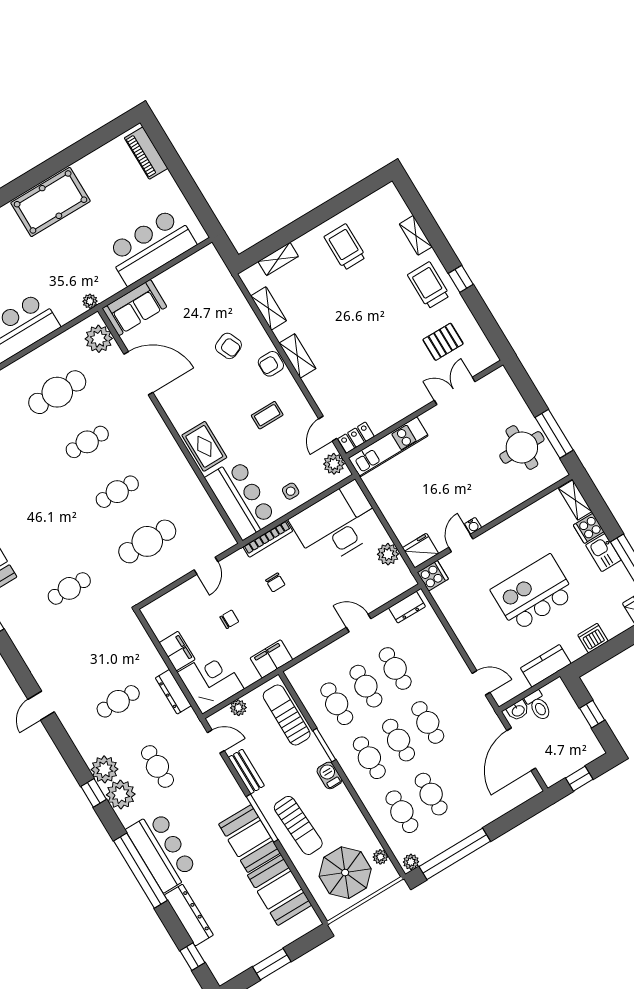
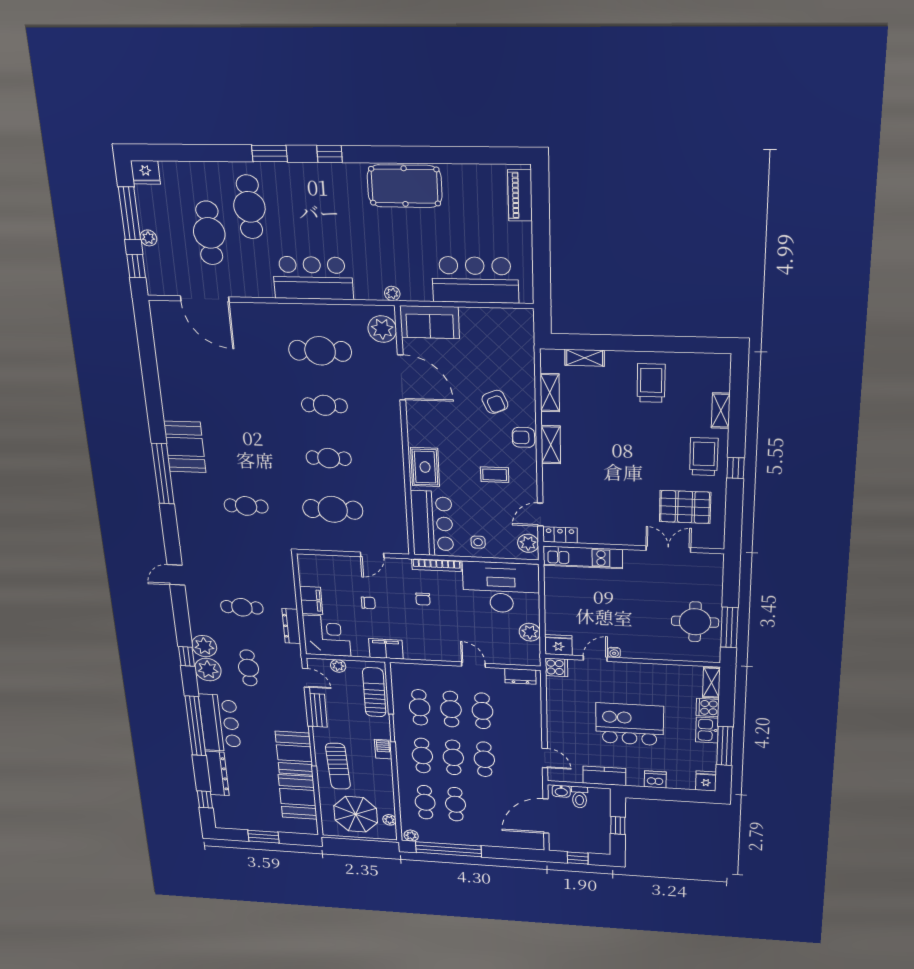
pallet: (443, 342) -> (685, 507), width x1.50, depth x1.42

